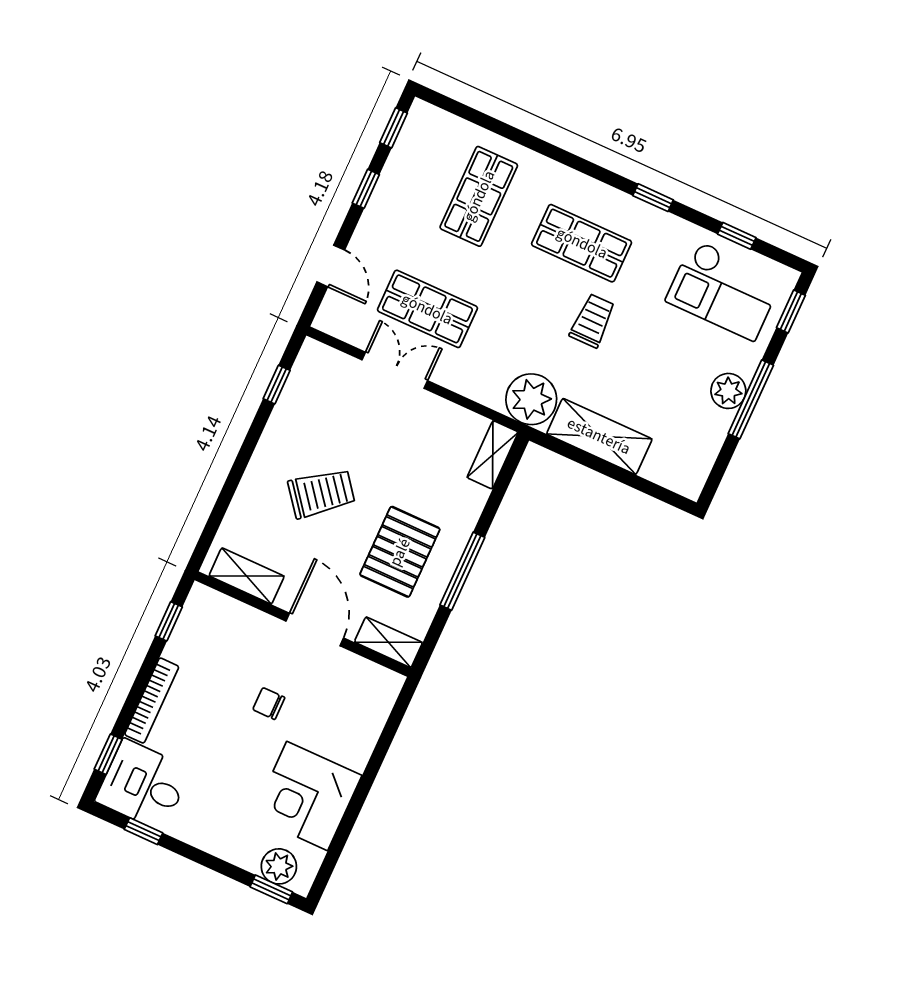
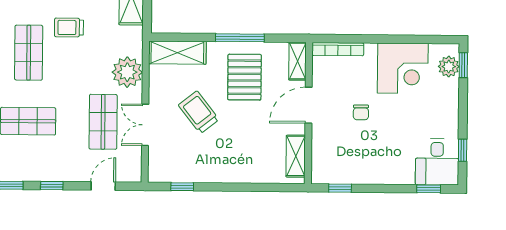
plant: (531, 399) -> (127, 72), moved
shelving: (493, 455) -> (177, 53), width x1.50, depth x1.33
trolley: (321, 493) -> (199, 112), moved
pallet: (400, 552) -> (244, 77), turned 90
bookcase: (152, 701) -> (338, 49), moved, turned 180

